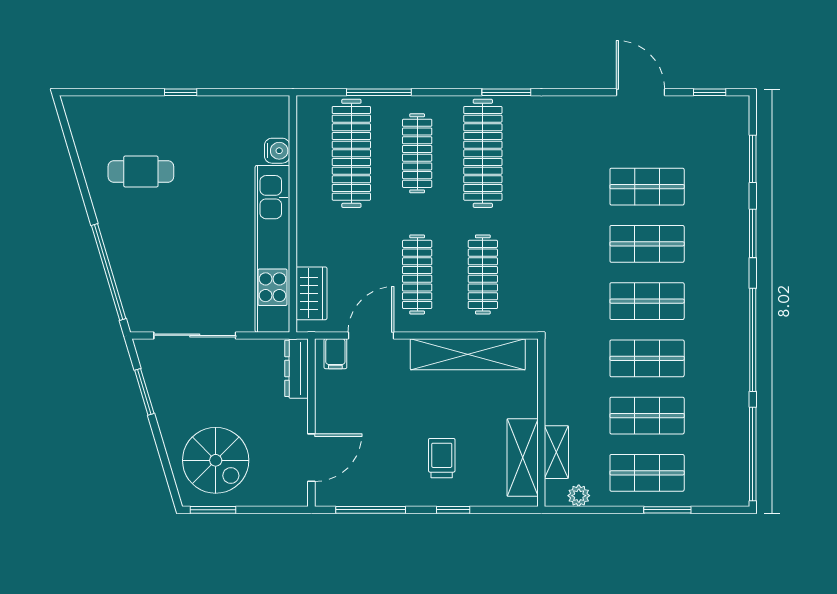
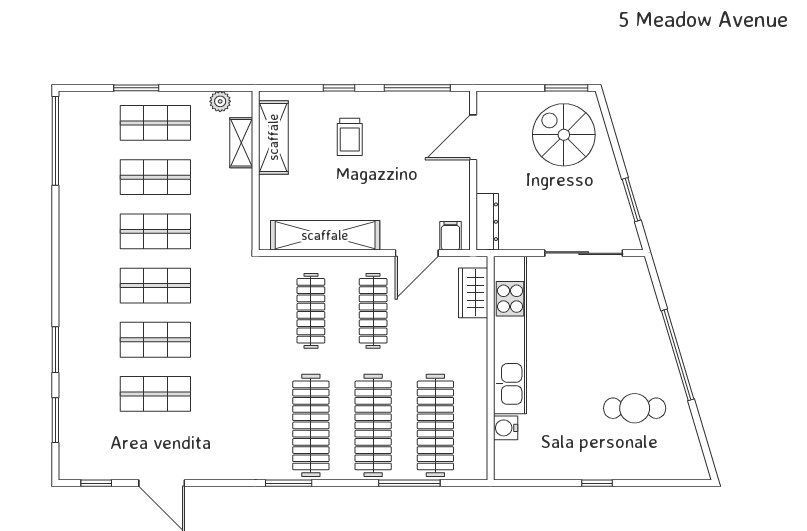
clothes rail: (417, 153) -> (373, 425), width x1.37, depth x1.31
window: (109, 272) -> (678, 355), moved
window: (753, 340) -> (55, 249), removed

